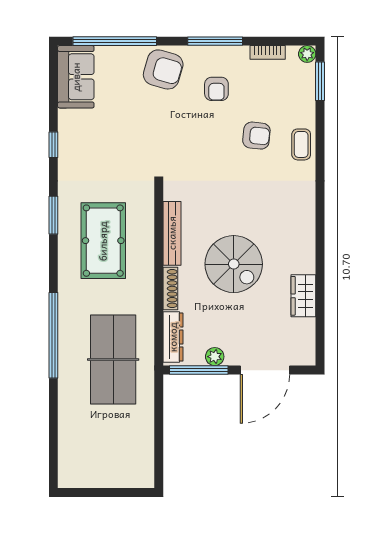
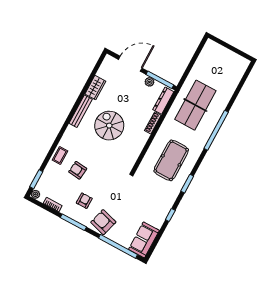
bench: (172, 233) -> (81, 111), moved
spiral stairs: (234, 264) -> (109, 126), moved

